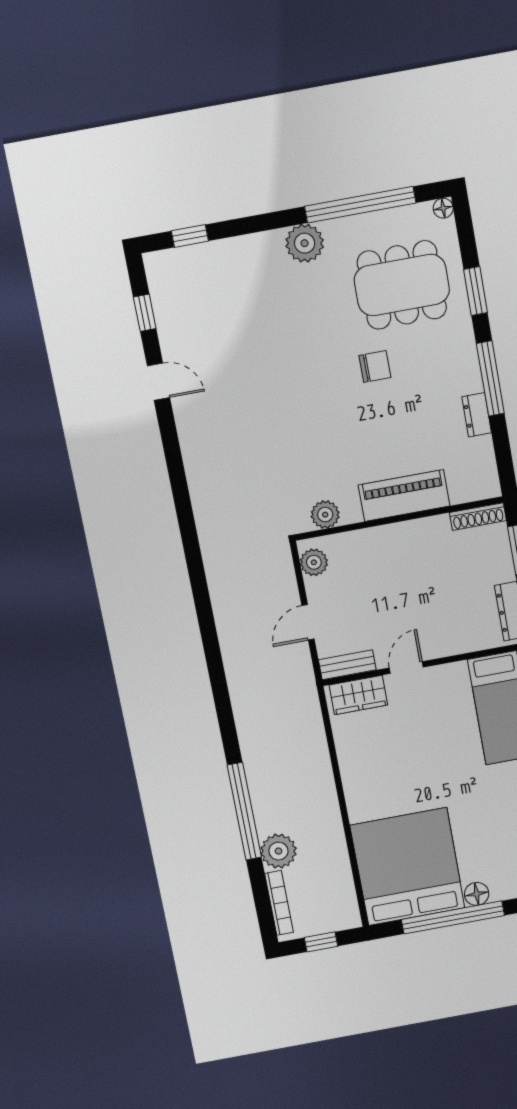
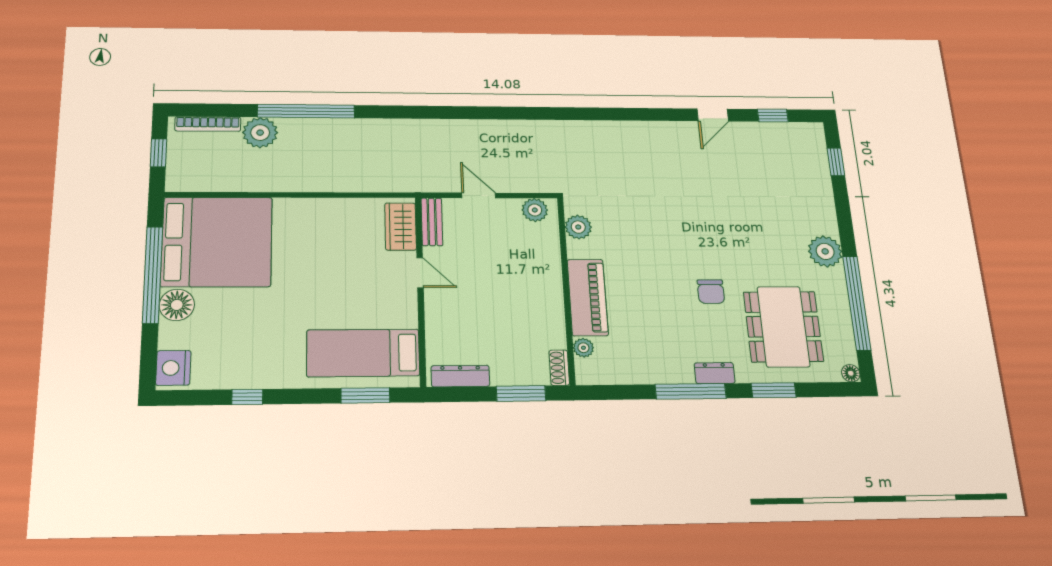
dresser: (477, 415) -> (715, 373), moved
plant: (460, 493) -> (583, 348), added
shoe rack: (478, 517) -> (559, 368), width x0.70
floor lamp: (477, 894) -> (177, 305), width x1.38, depth x1.38

